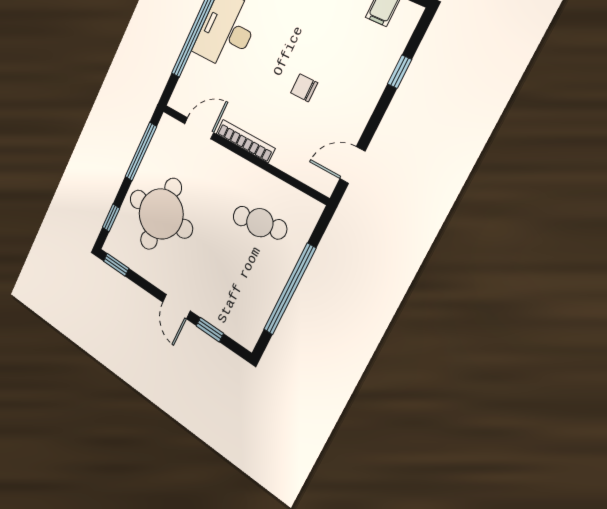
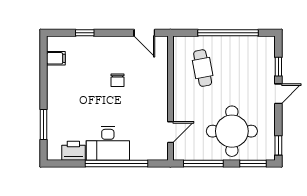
door: (199, 128) -> (170, 132), swing flipped
bookcase: (245, 141) -> (163, 100), removed
window: (111, 218) -> (253, 164), width x1.50

